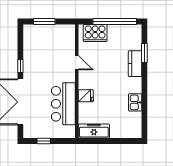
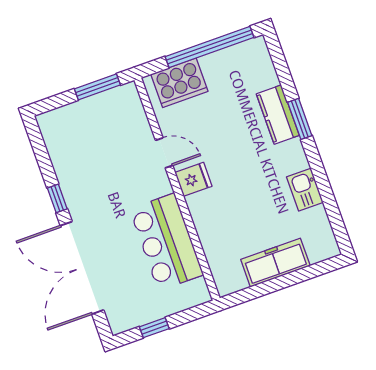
window: (44, 22) -> (97, 87), moved
window: (144, 53) -> (300, 119), moved
fridge: (86, 96) -> (193, 179), moved
freezer: (94, 131) -> (275, 263), moved

